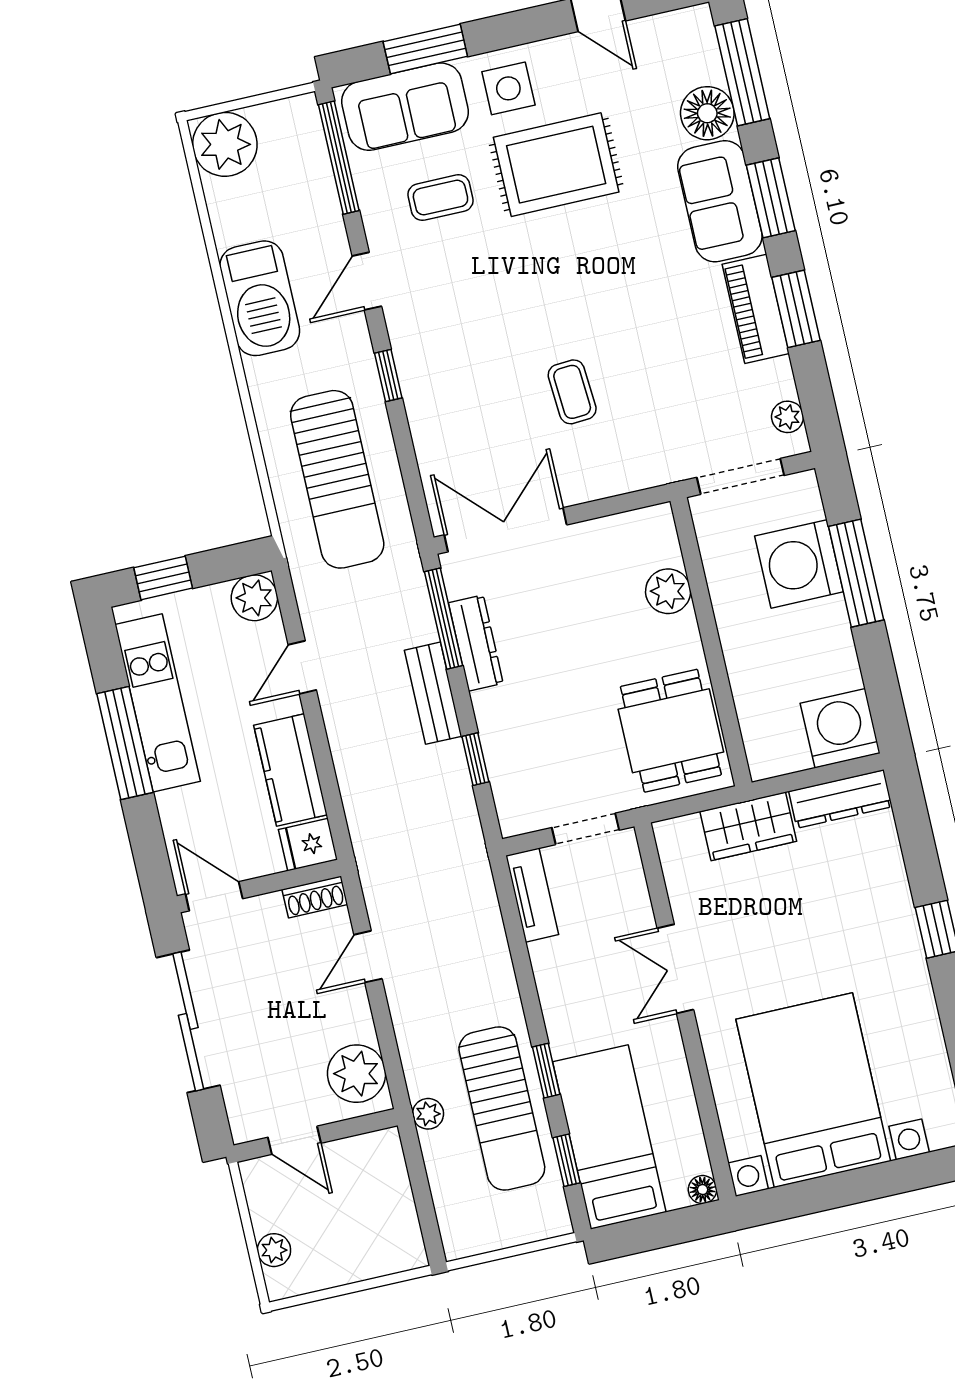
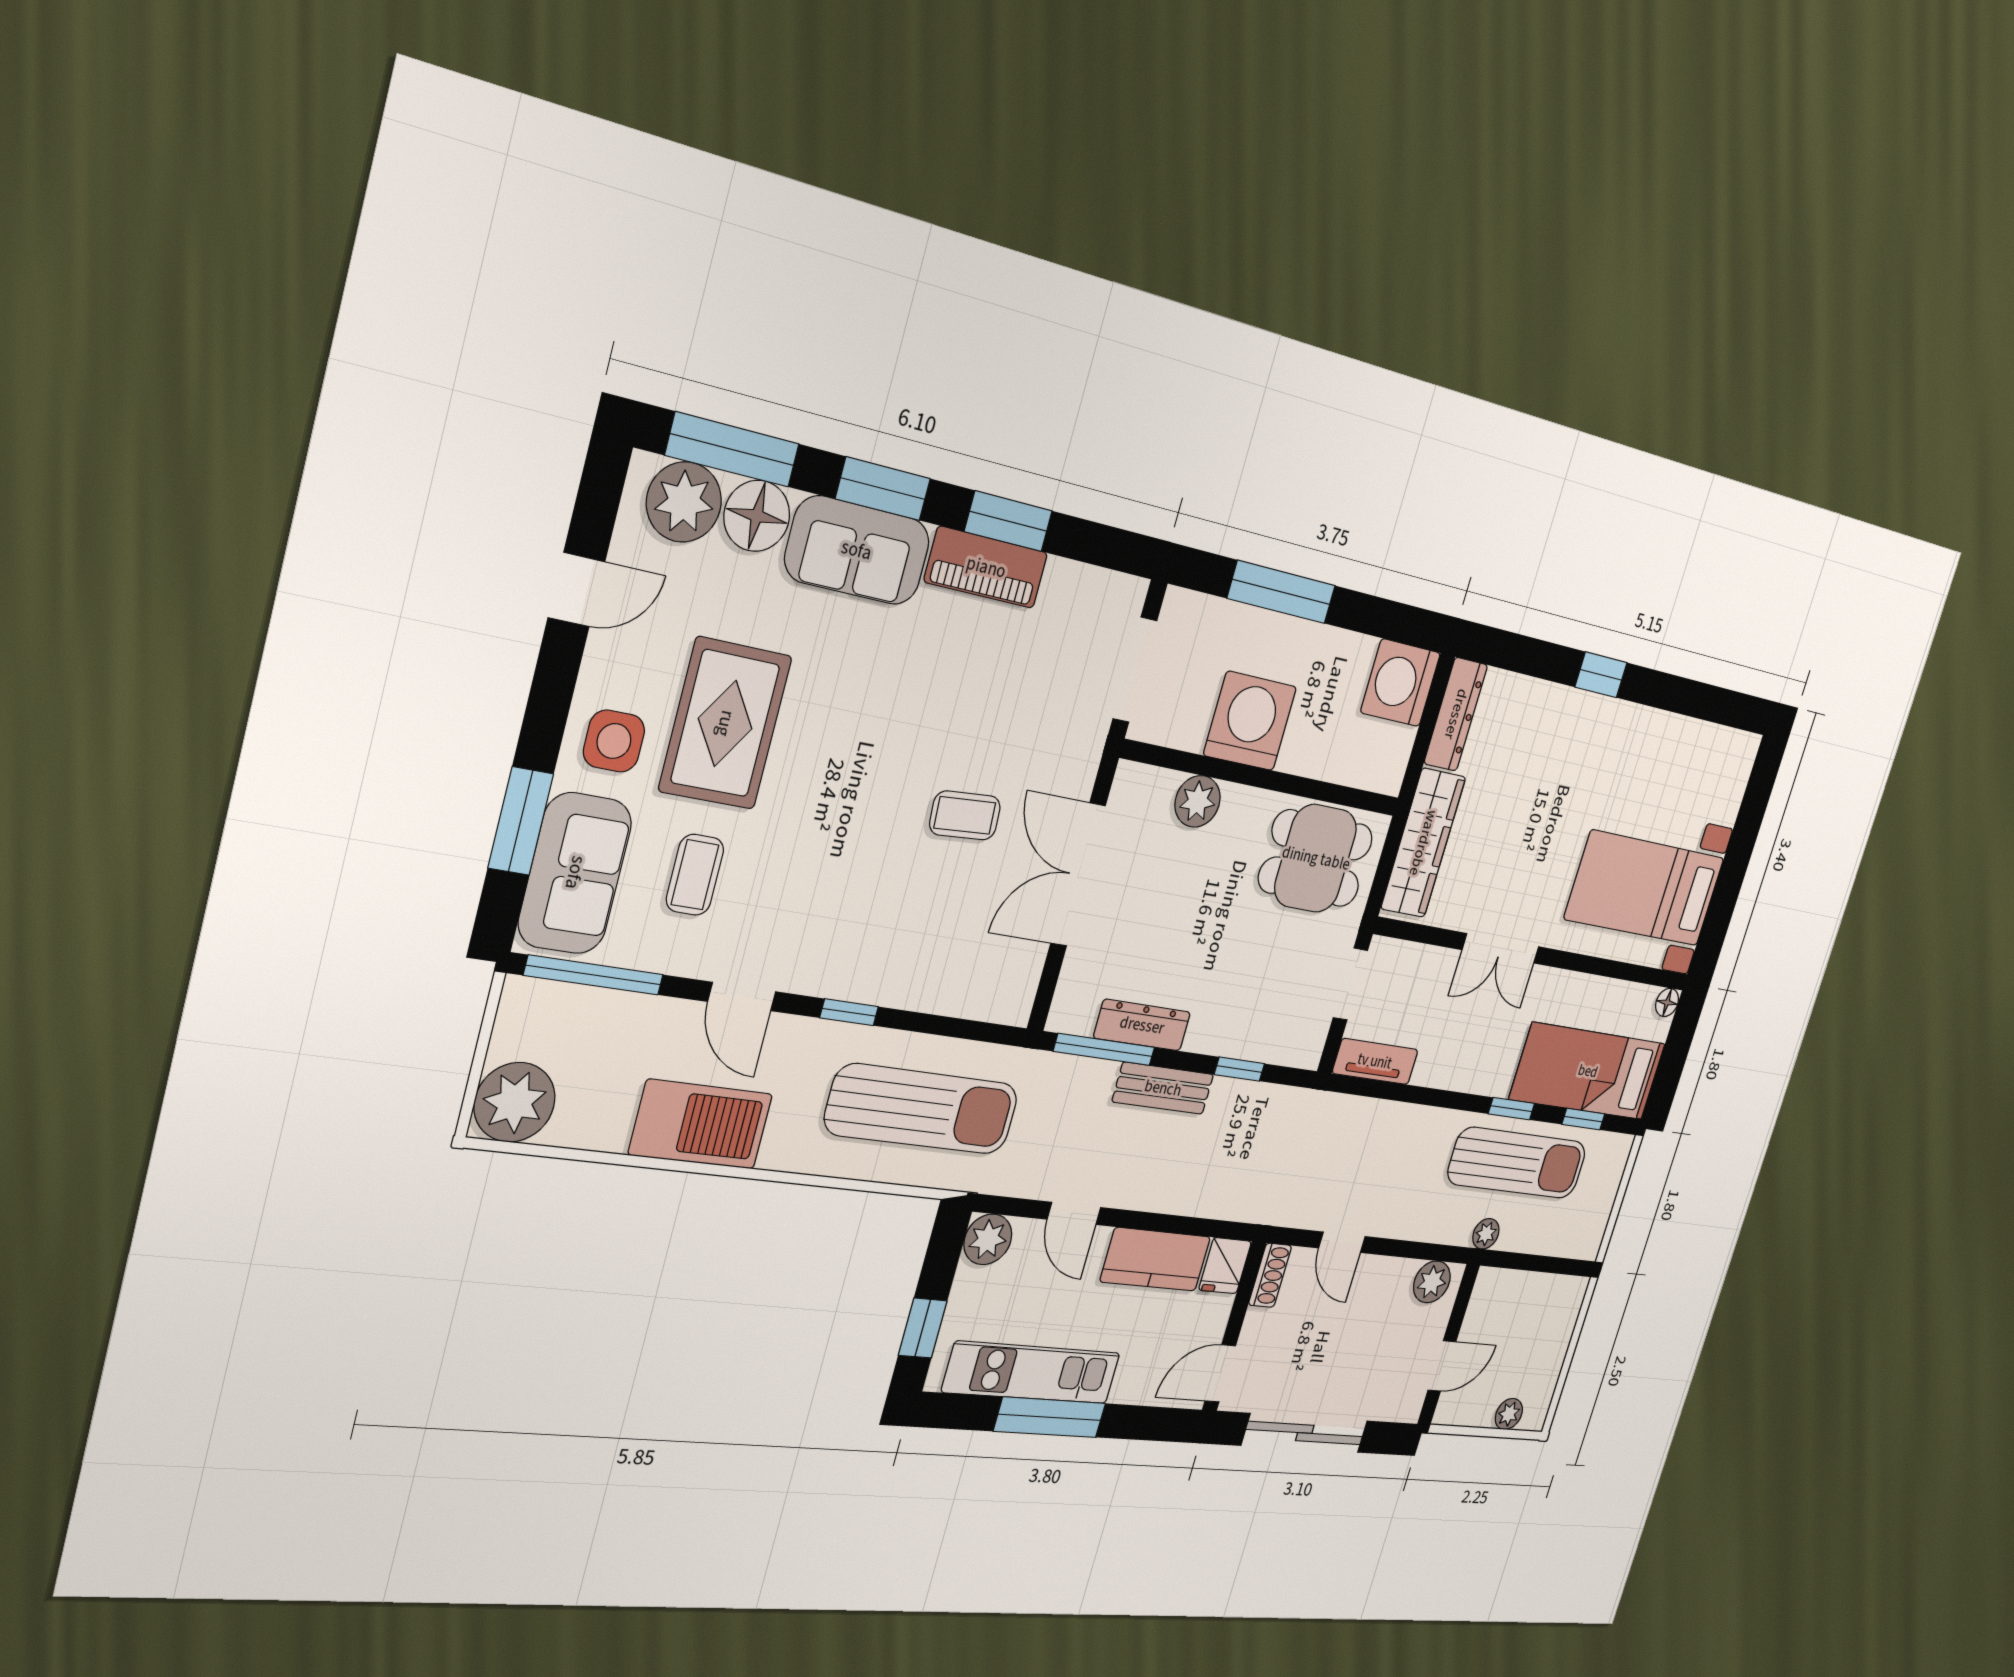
plant: (787, 417) -> (684, 502), moved, width x1.88, depth x1.88
double door: (505, 530) -> (1078, 875), moved
washing machine: (799, 564) -> (1250, 721), moved, turned 180
wardrobe: (748, 826) -> (1423, 843), width x1.50
plant: (356, 1074) -> (1432, 1282), width x0.73, depth x0.73
bed with nightstands: (813, 1090) -> (1645, 888), width x0.73

